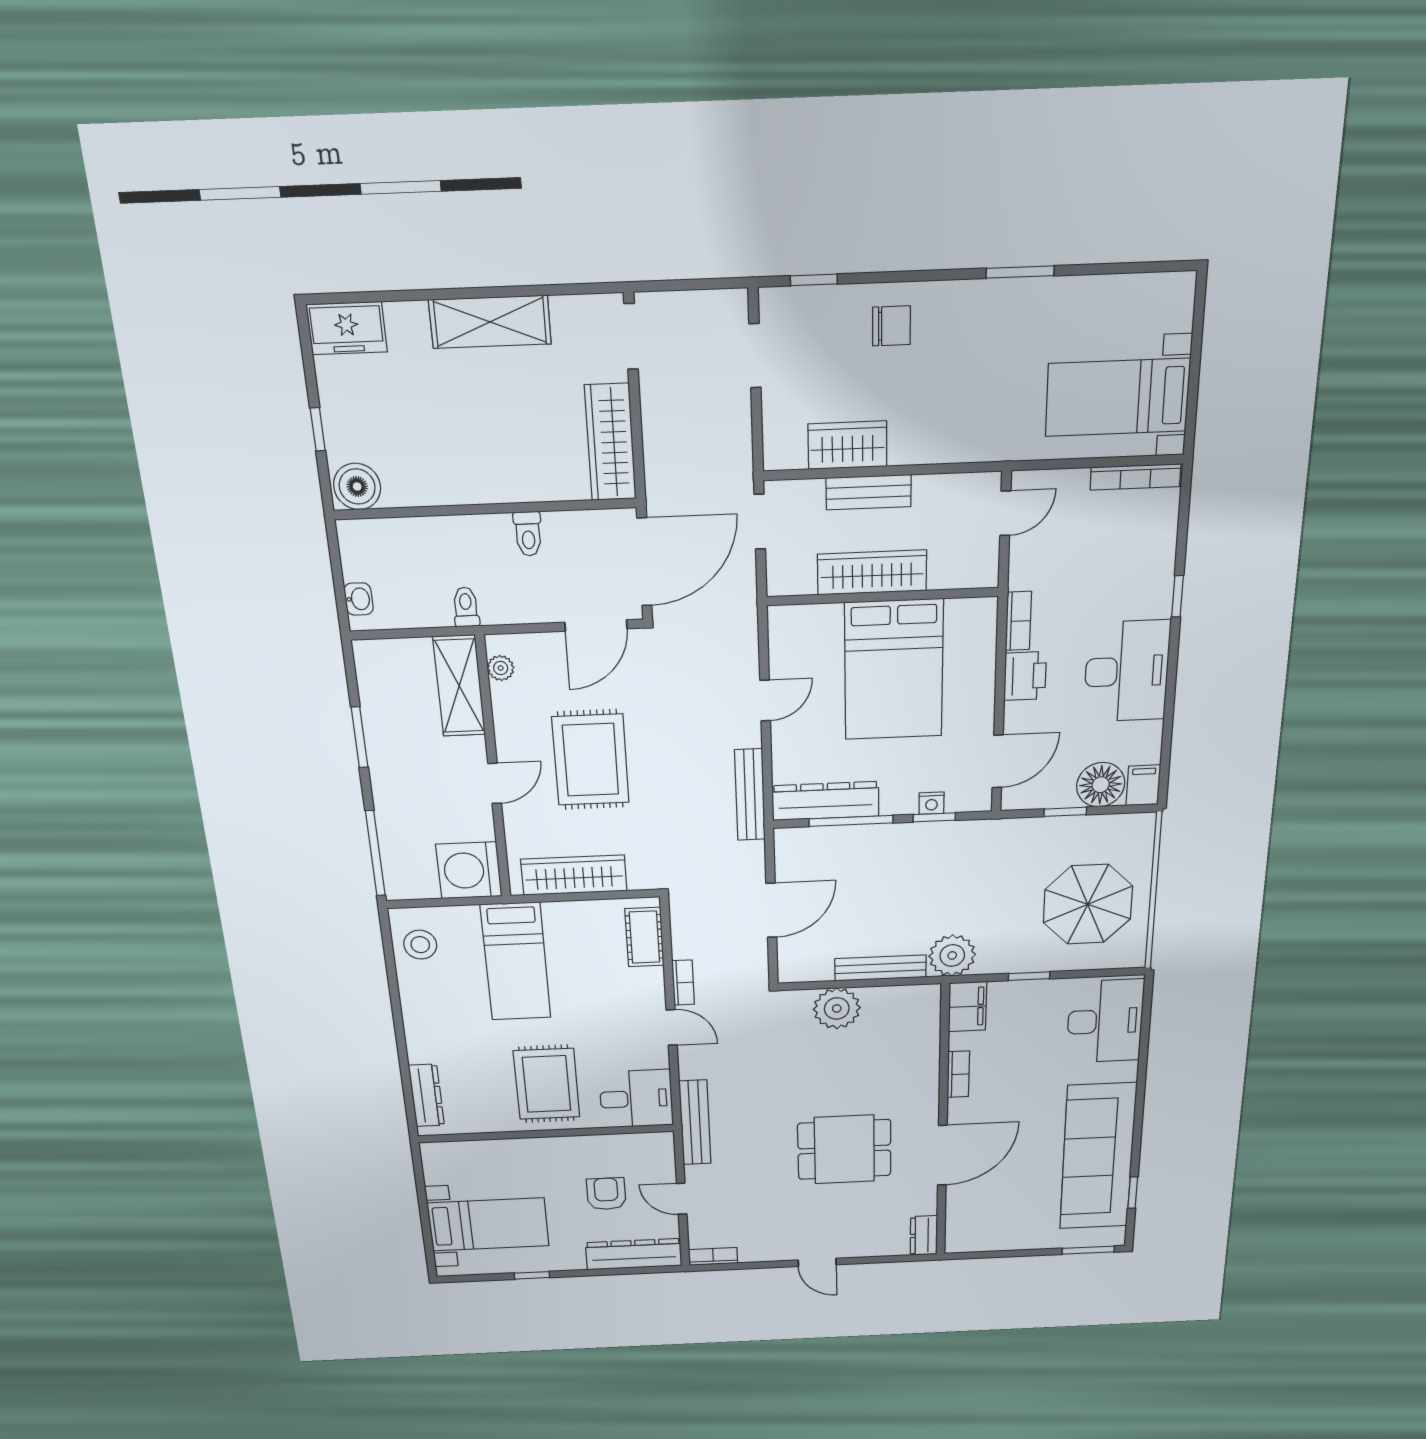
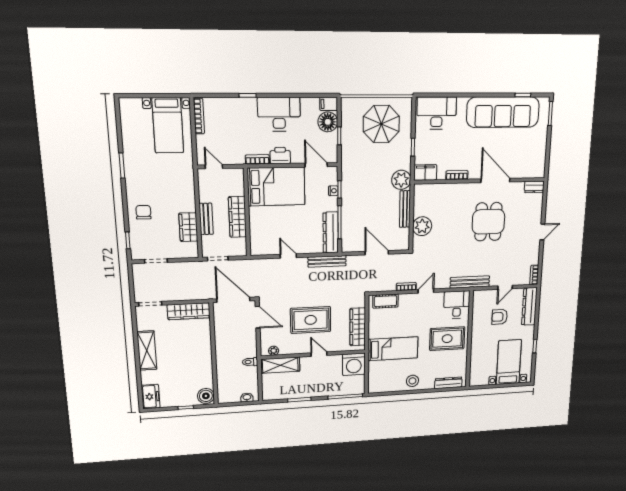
toilet: (528, 534) -> (223, 340), removed
bed: (894, 670) -> (276, 186), moved
stool: (420, 945) -> (412, 381), moved

